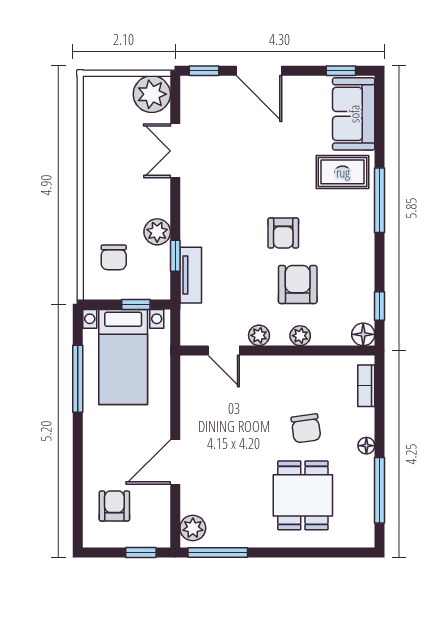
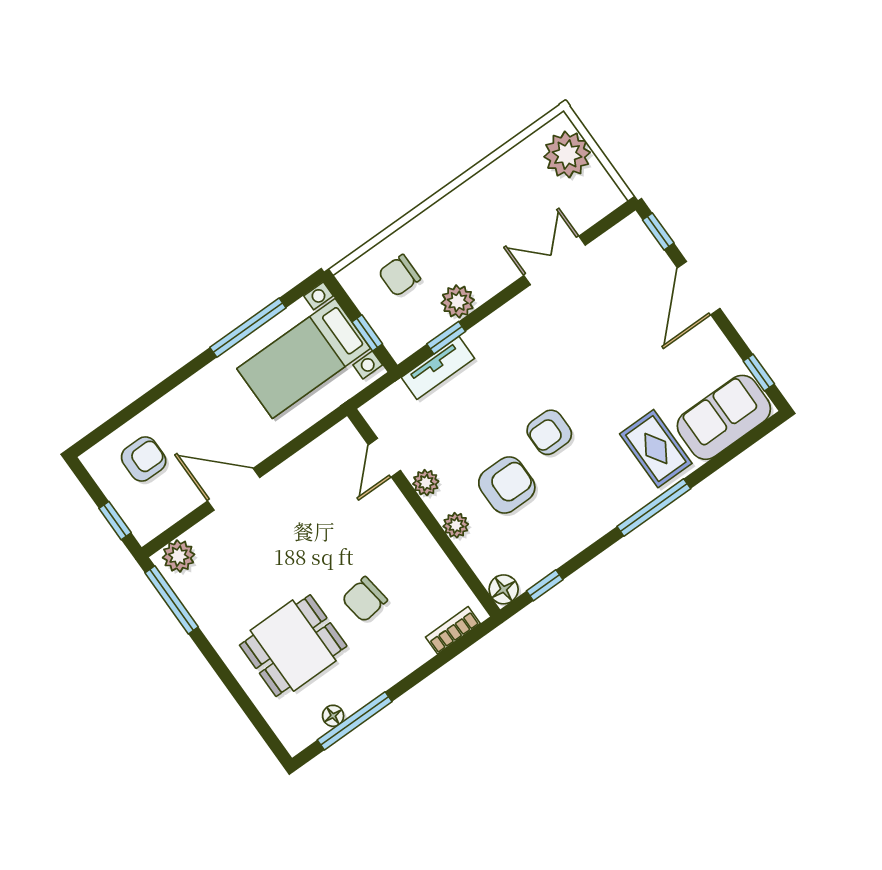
plant: (152, 94) -> (567, 155), moved
floor lamp: (366, 446) -> (333, 716), moved

